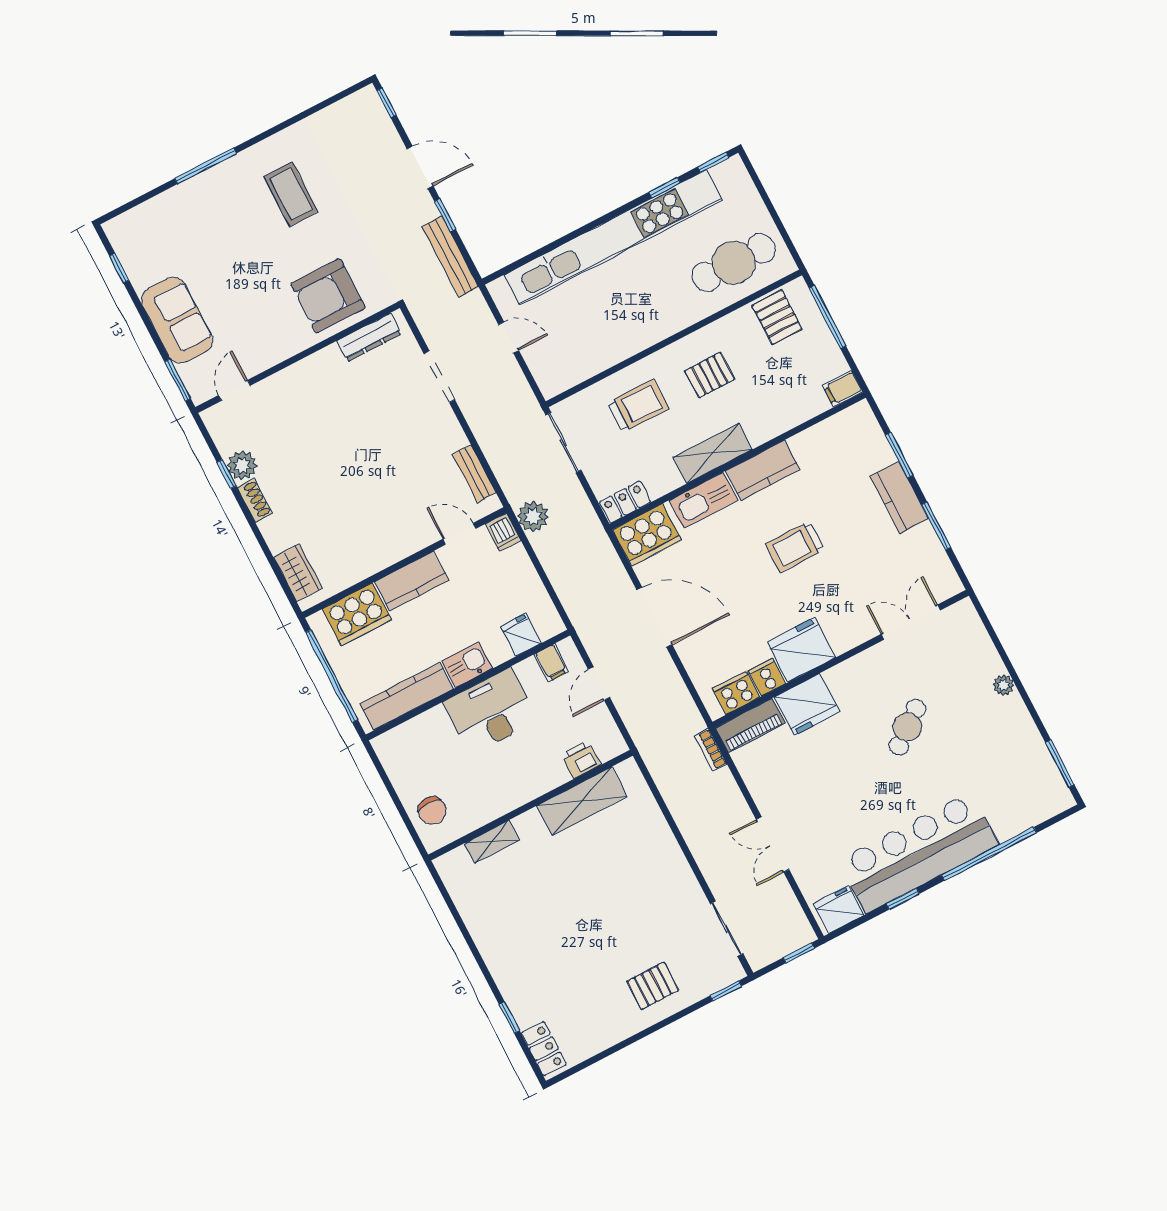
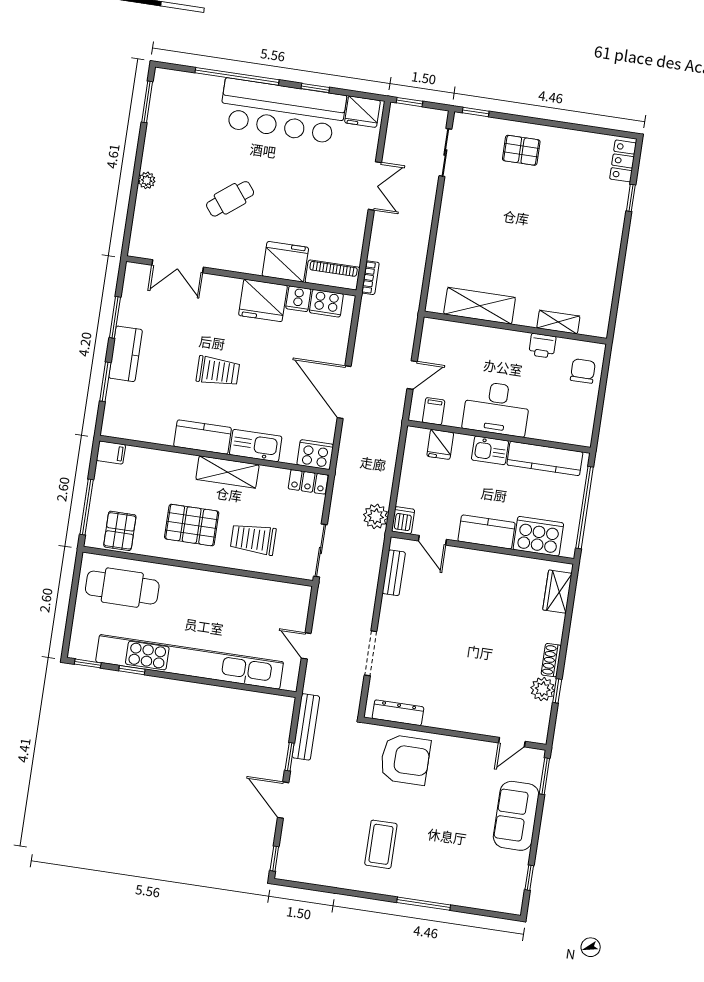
pallet: (710, 375) -> (192, 525), width x1.50, depth x1.42
cooker: (647, 535) -> (315, 455), width x0.73, depth x0.76
printer: (581, 760) -> (542, 346), moved

